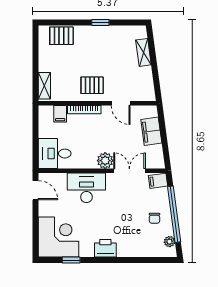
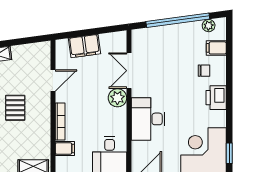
pallet: (92, 85) -> (15, 108), moved
filing cabinet: (158, 181) -> (216, 48), moved, turned 98
chair: (154, 218) -> (204, 71), moved
window: (71, 260) -> (229, 153), moved

